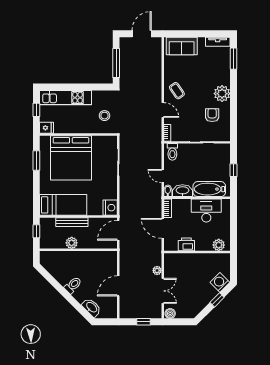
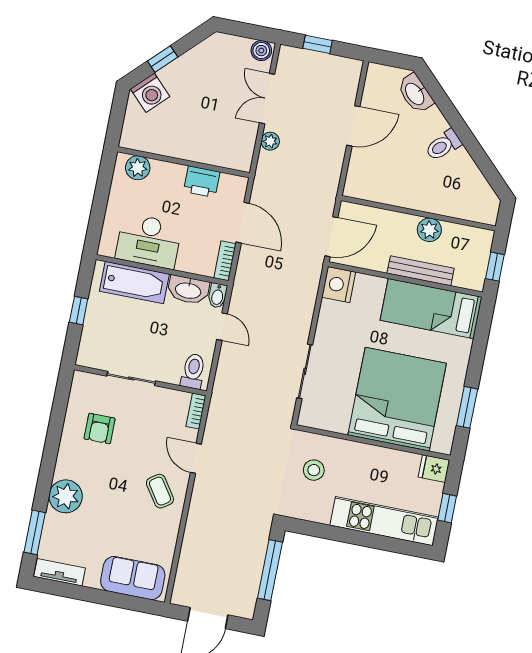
plant: (222, 94) -> (66, 496), moved

